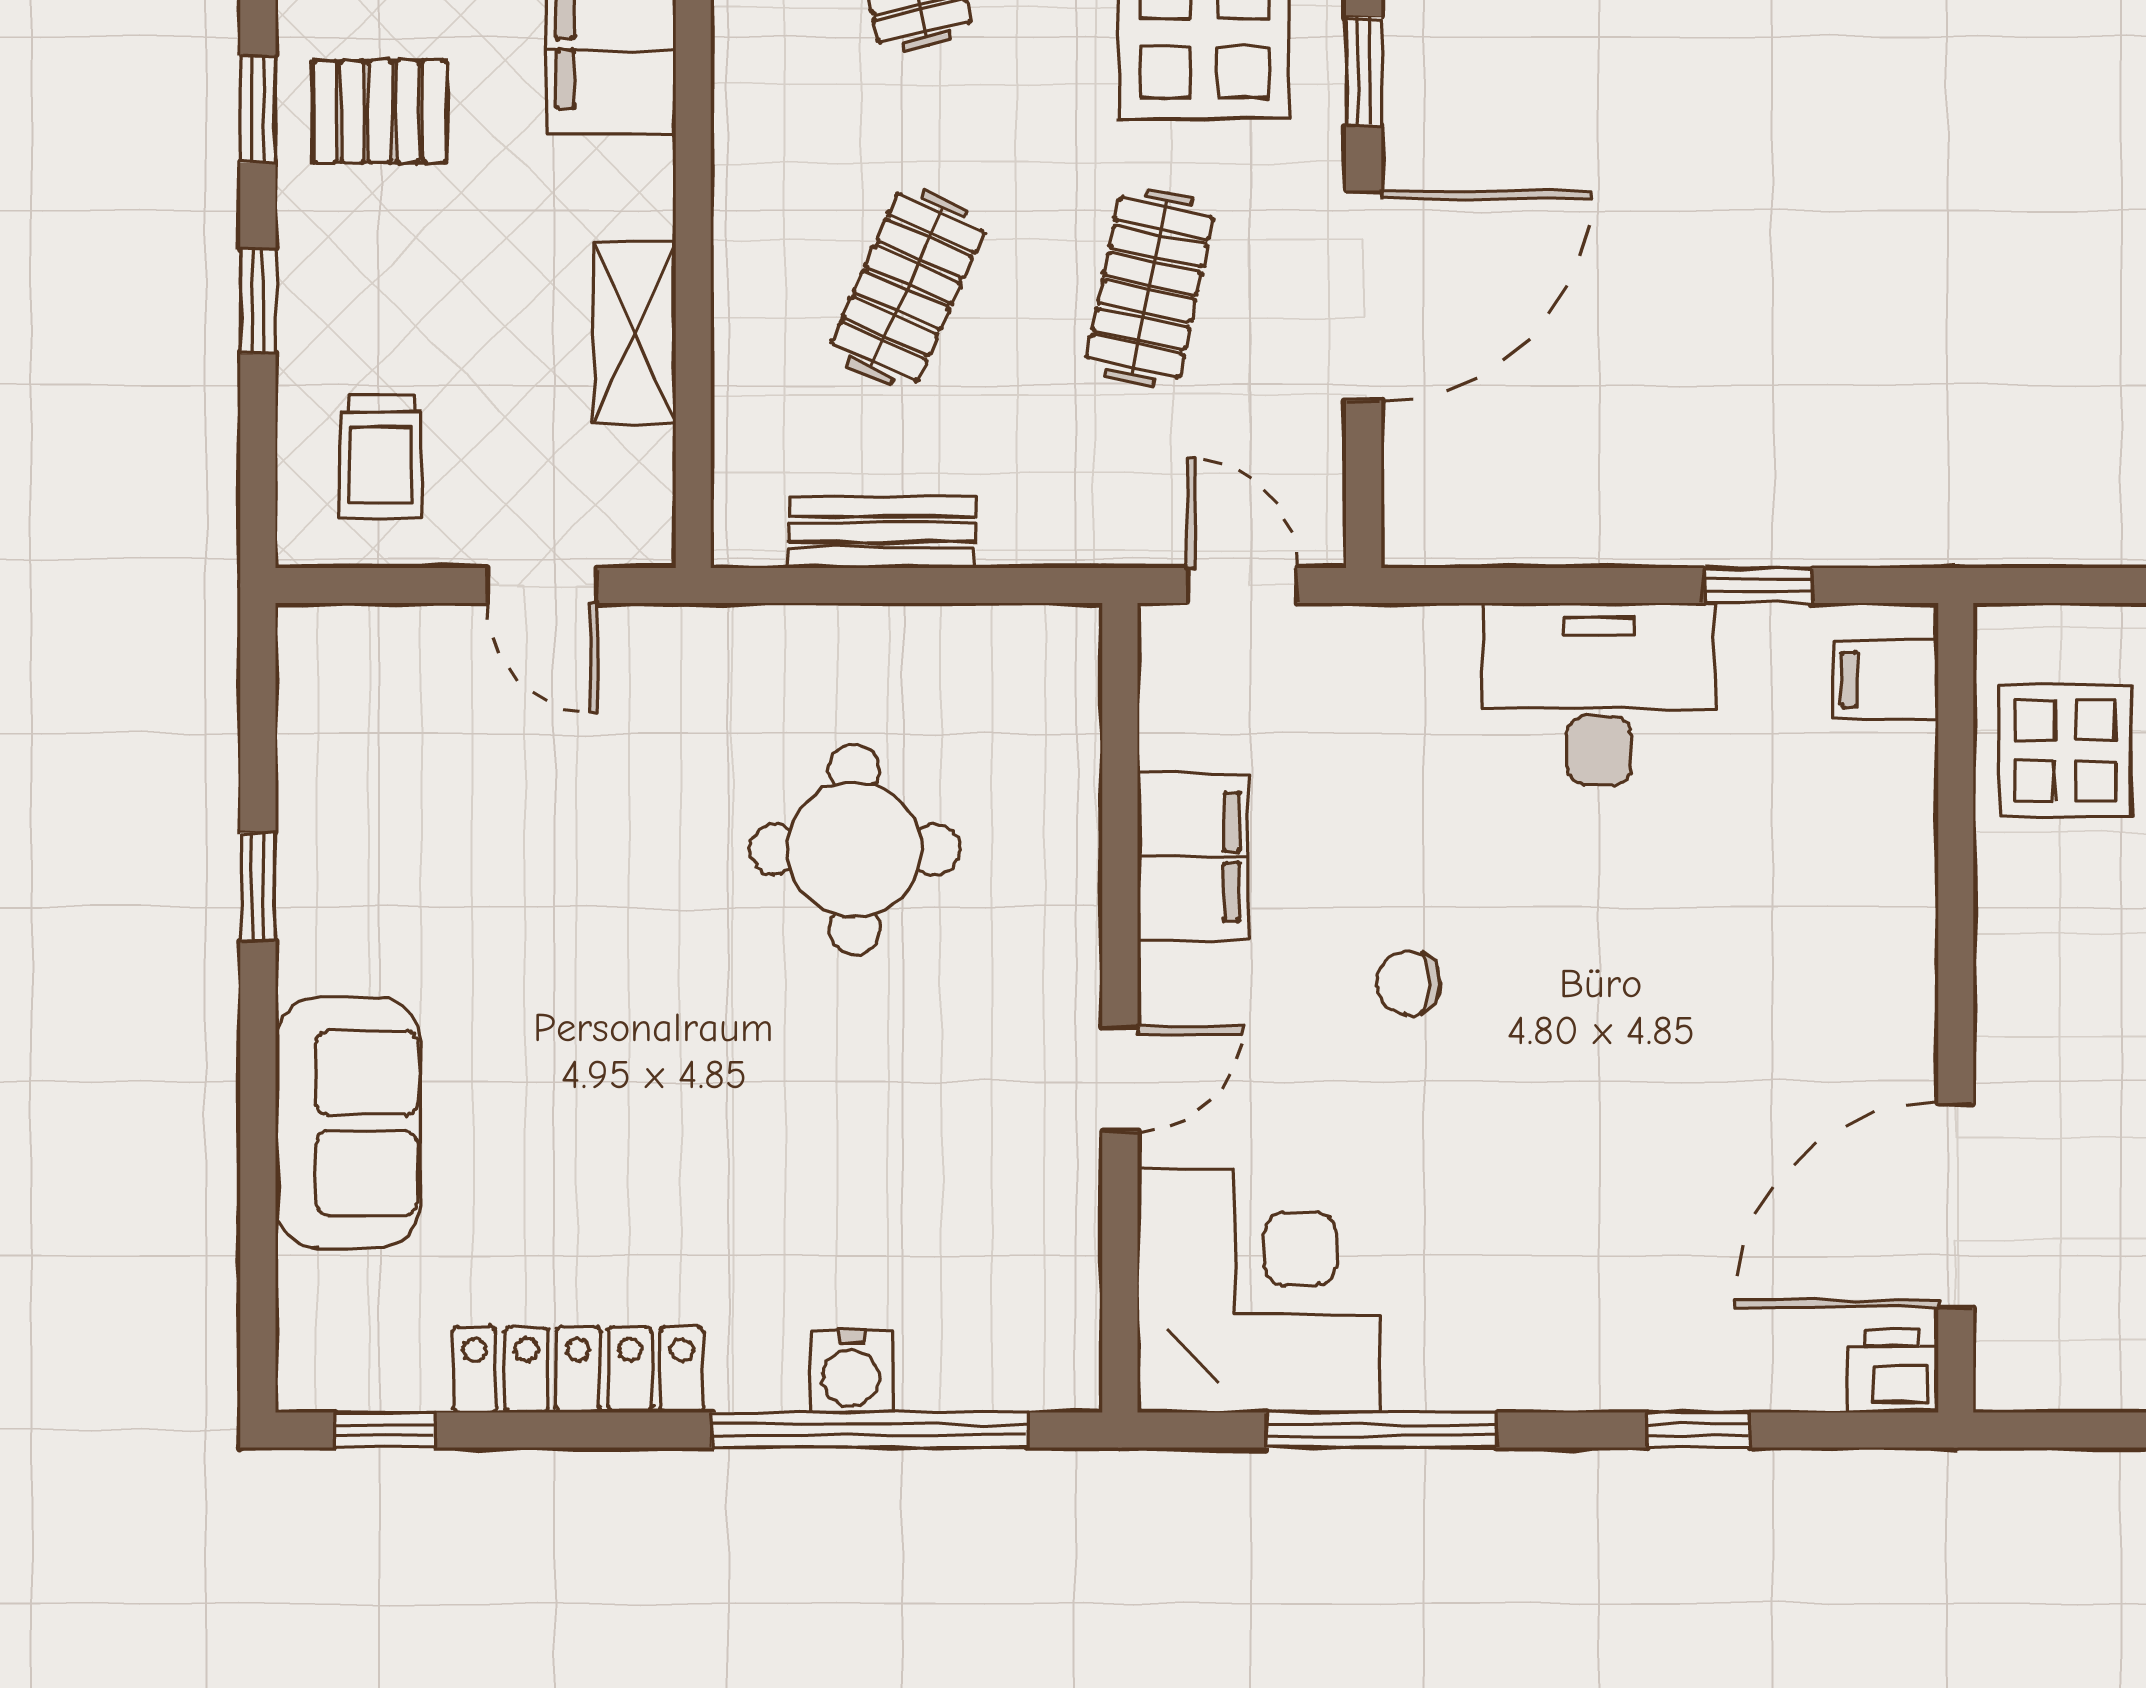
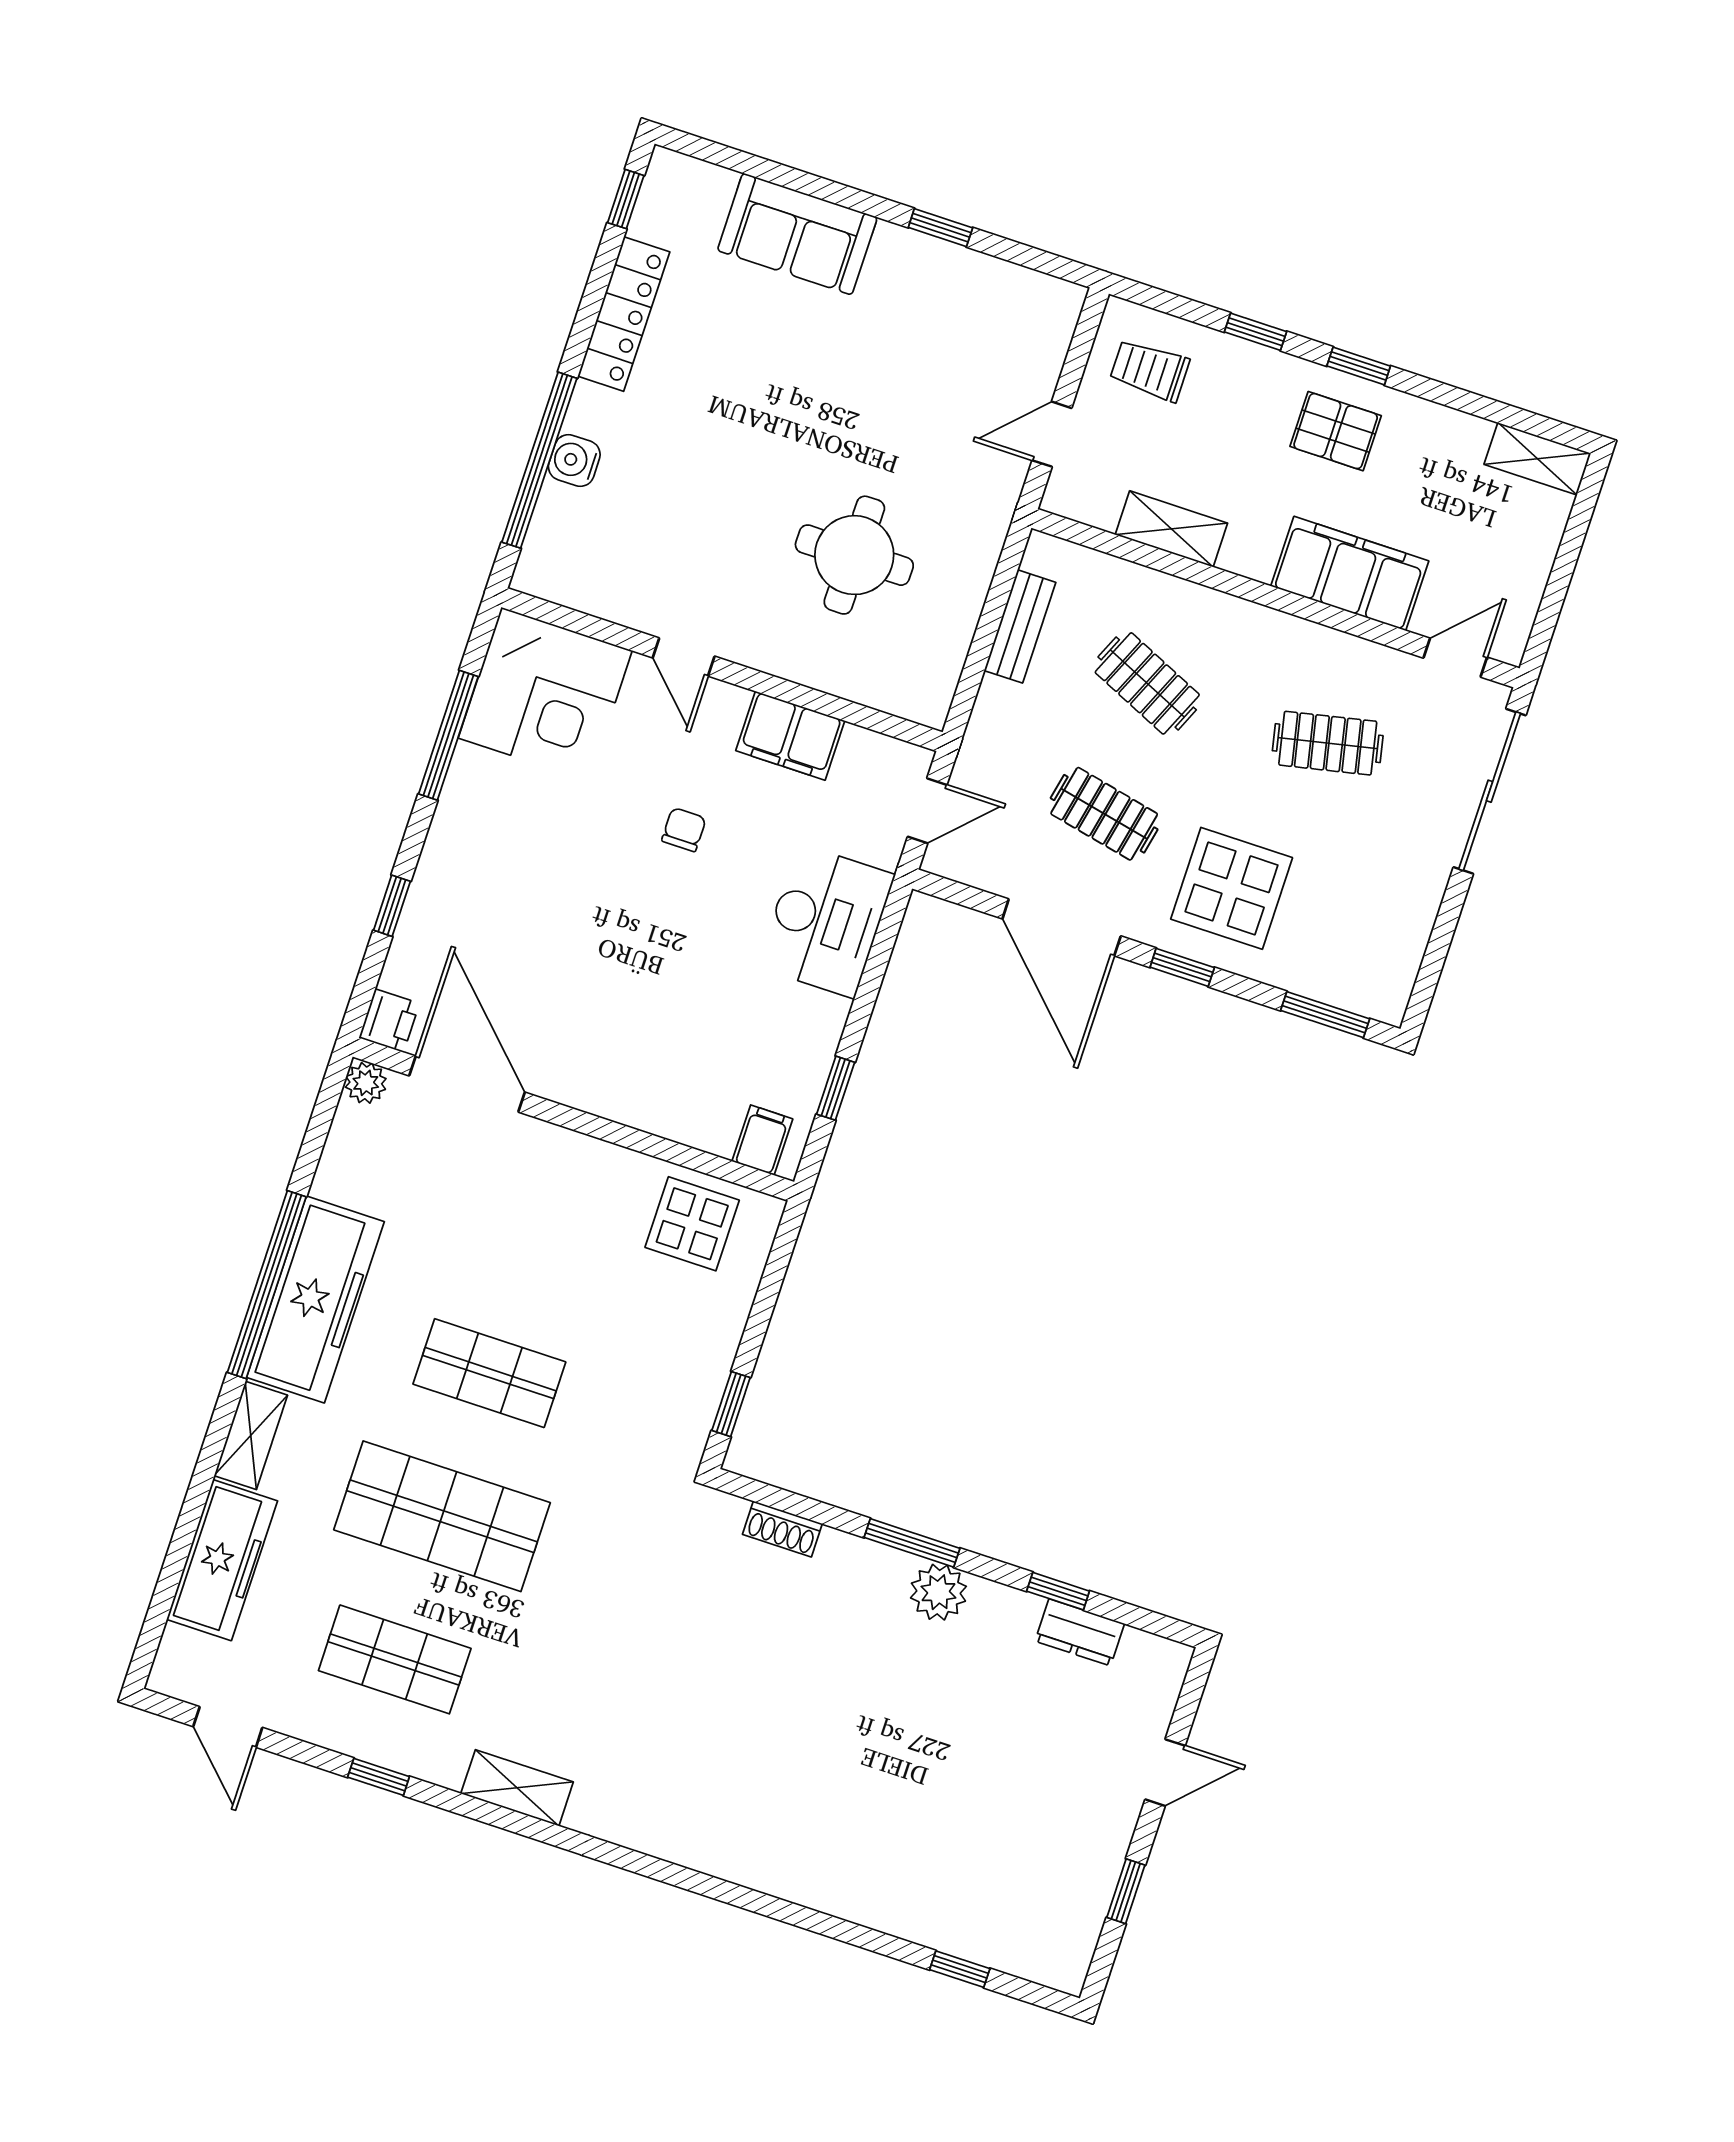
pallet: (380, 112) -> (1336, 431), turned 90
desk: (1599, 694) -> (826, 921), moved
plant: (2010, 1376) -> (366, 1083), added

